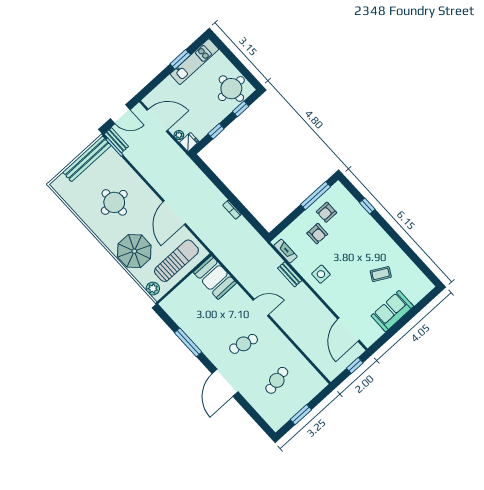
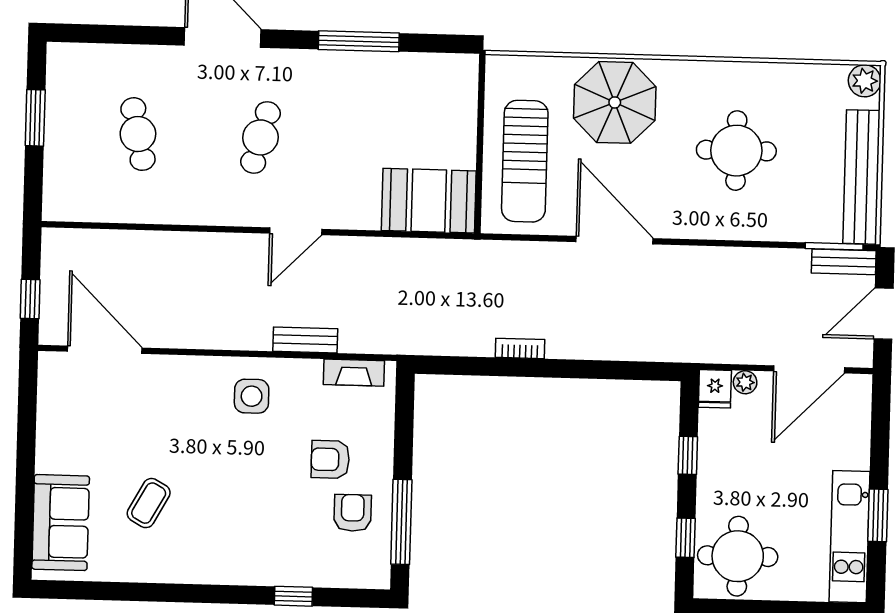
plant: (153, 289) -> (865, 81), moved
sofa: (392, 311) -> (61, 523), moved

